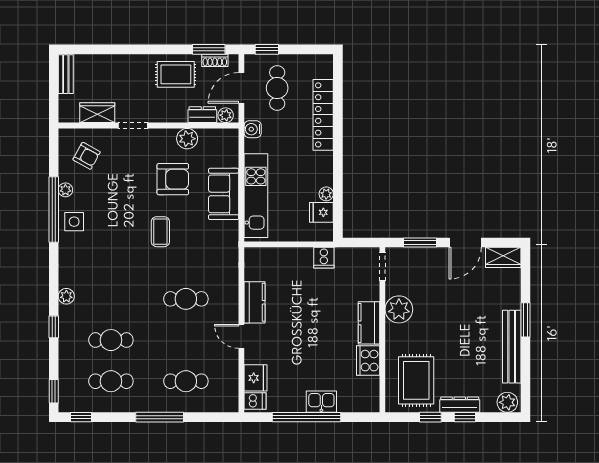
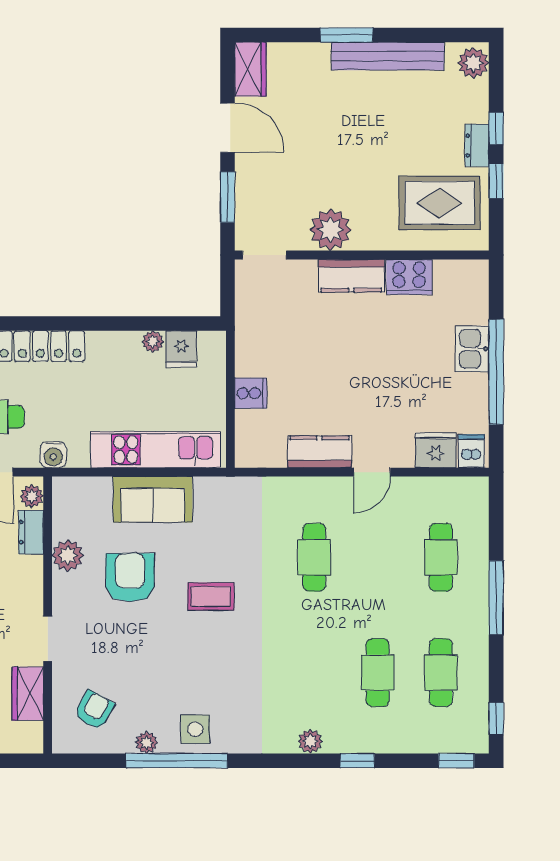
cooker: (324, 258) -> (251, 393), moved
dresser: (460, 405) -> (477, 145), width x0.70

